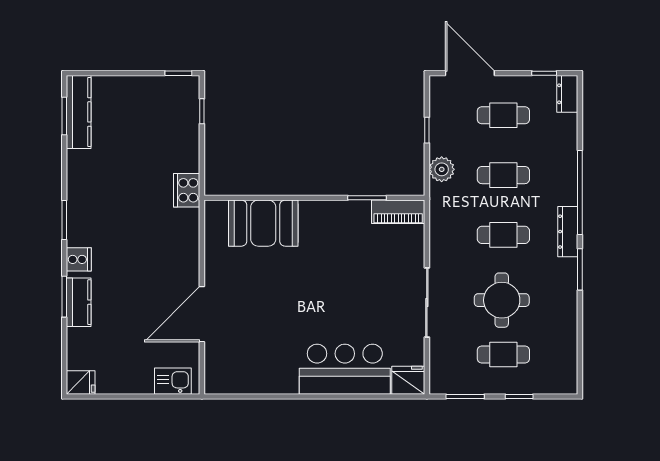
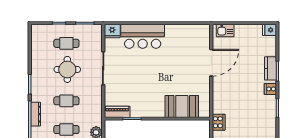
dresser: (568, 232) -> (36, 114), moved

